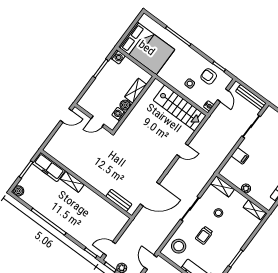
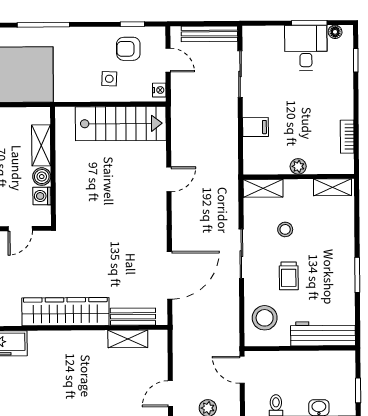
wardrobe: (90, 175) -> (65, 312), added
shelving: (72, 182) -> (128, 339), moved

